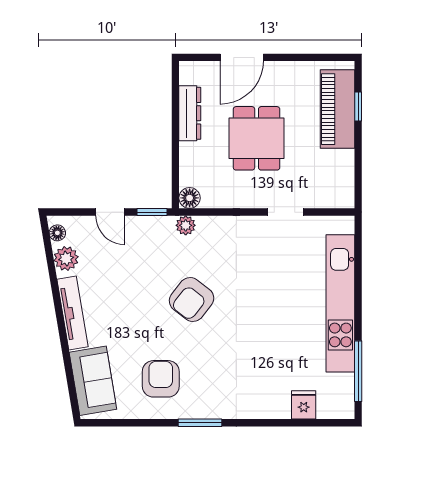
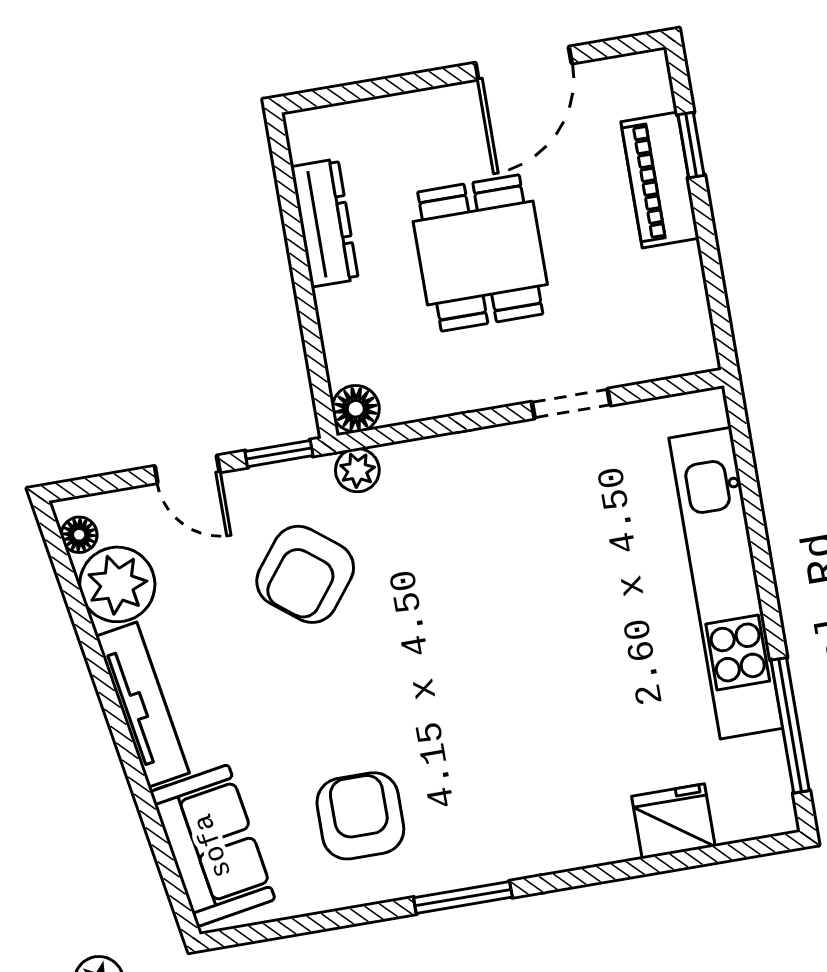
door: (242, 57) -> (524, 63), moved
piano: (337, 109) -> (660, 180), width x0.73, depth x0.75
plant: (66, 259) -> (117, 584), width x1.36, depth x1.36
armchair: (192, 300) -> (305, 574), moved
fridge: (304, 405) -> (673, 821), width x1.38

